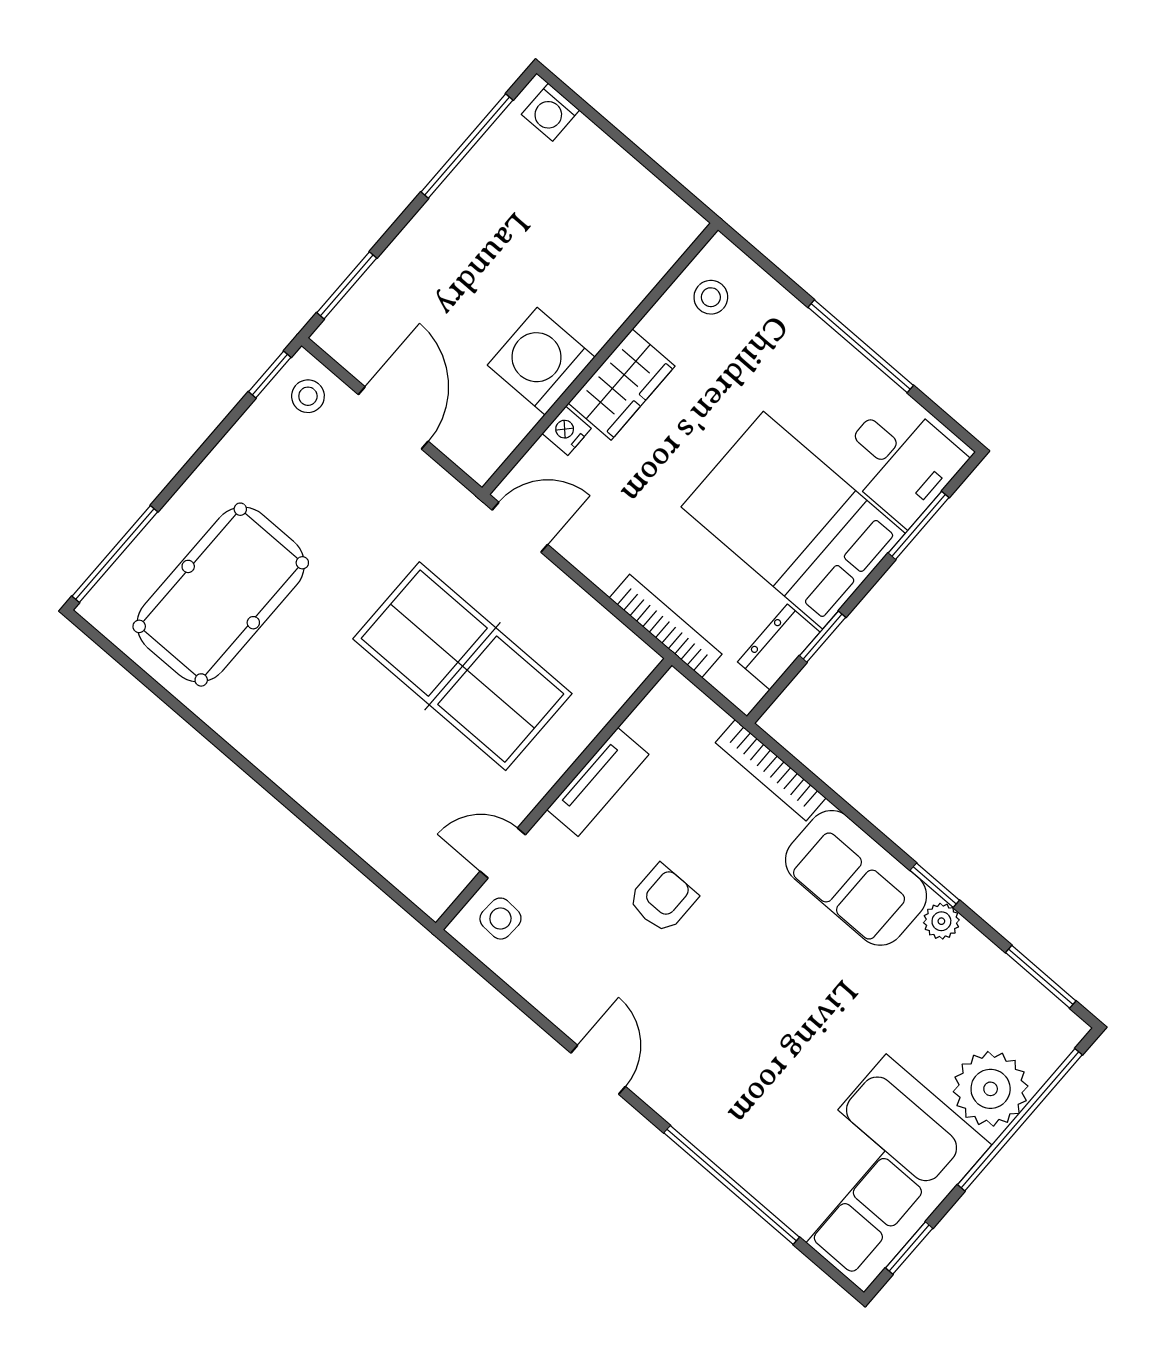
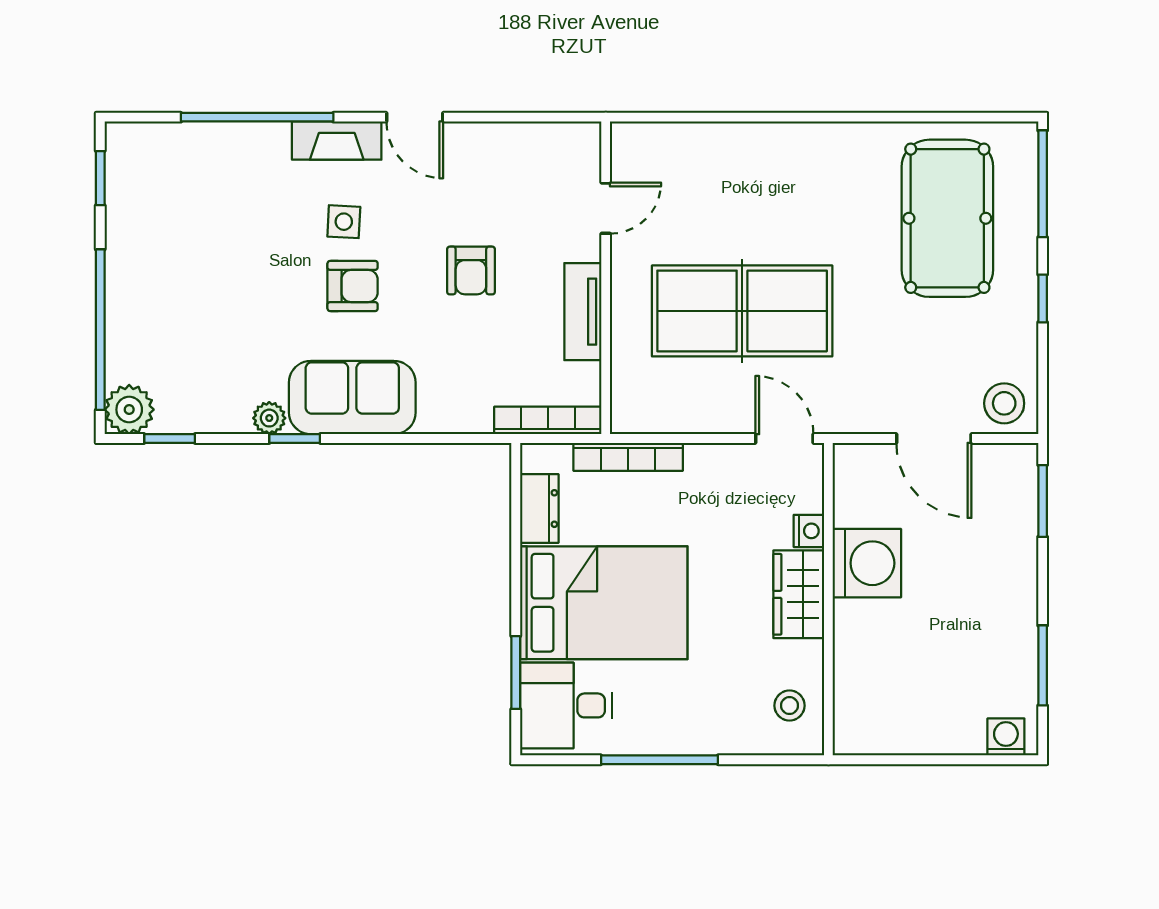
window: (467, 146) -> (1043, 665), width x0.69
window: (270, 375) -> (1043, 298), moved
stool: (308, 396) -> (1004, 403), width x1.37, depth x1.37
door: (520, 527) -> (784, 438), swing flipped
window: (823, 637) -> (516, 541), removed
bookcase: (771, 770) -> (548, 420), moved
side table: (500, 919) -> (344, 222), moved
armchair: (774, 972) -> (353, 286), added
window: (1041, 977) -> (170, 438), width x0.67
plant: (991, 1089) -> (129, 410), moved, width x0.73, depth x0.73
fireplace: (681, 1107) -> (337, 141), added
corner sofa: (875, 1173) -> (167, 209), removed

